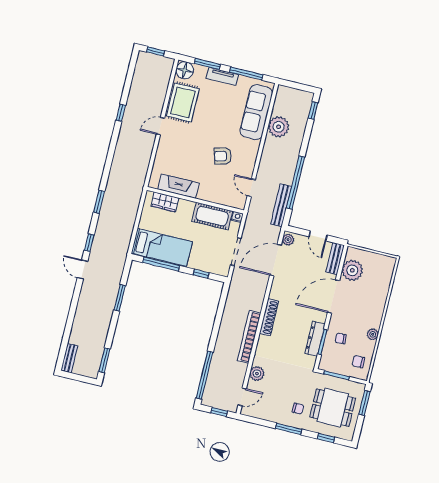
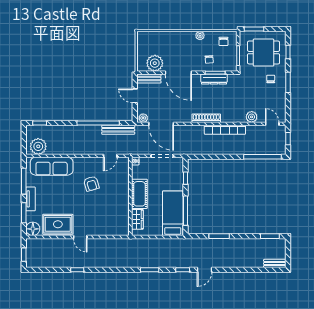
plant: (279, 127) -> (38, 146), moved
fireplace: (178, 186) -> (123, 212), removed
cot: (212, 216) -> (139, 194), moved
door: (318, 236) -> (135, 96), swing flipped
dining table: (333, 408) -> (264, 53), turned 90

